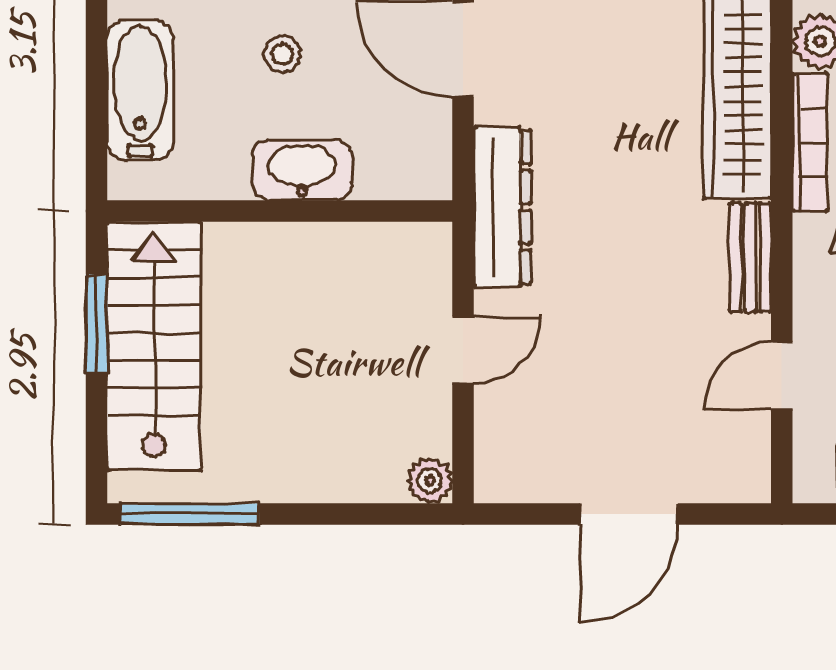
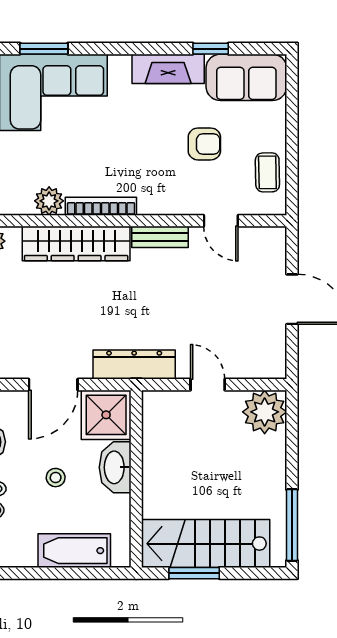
shower: (404, 152) -> (106, 415), added
plant: (430, 481) -> (265, 412), width x1.88, depth x1.88

